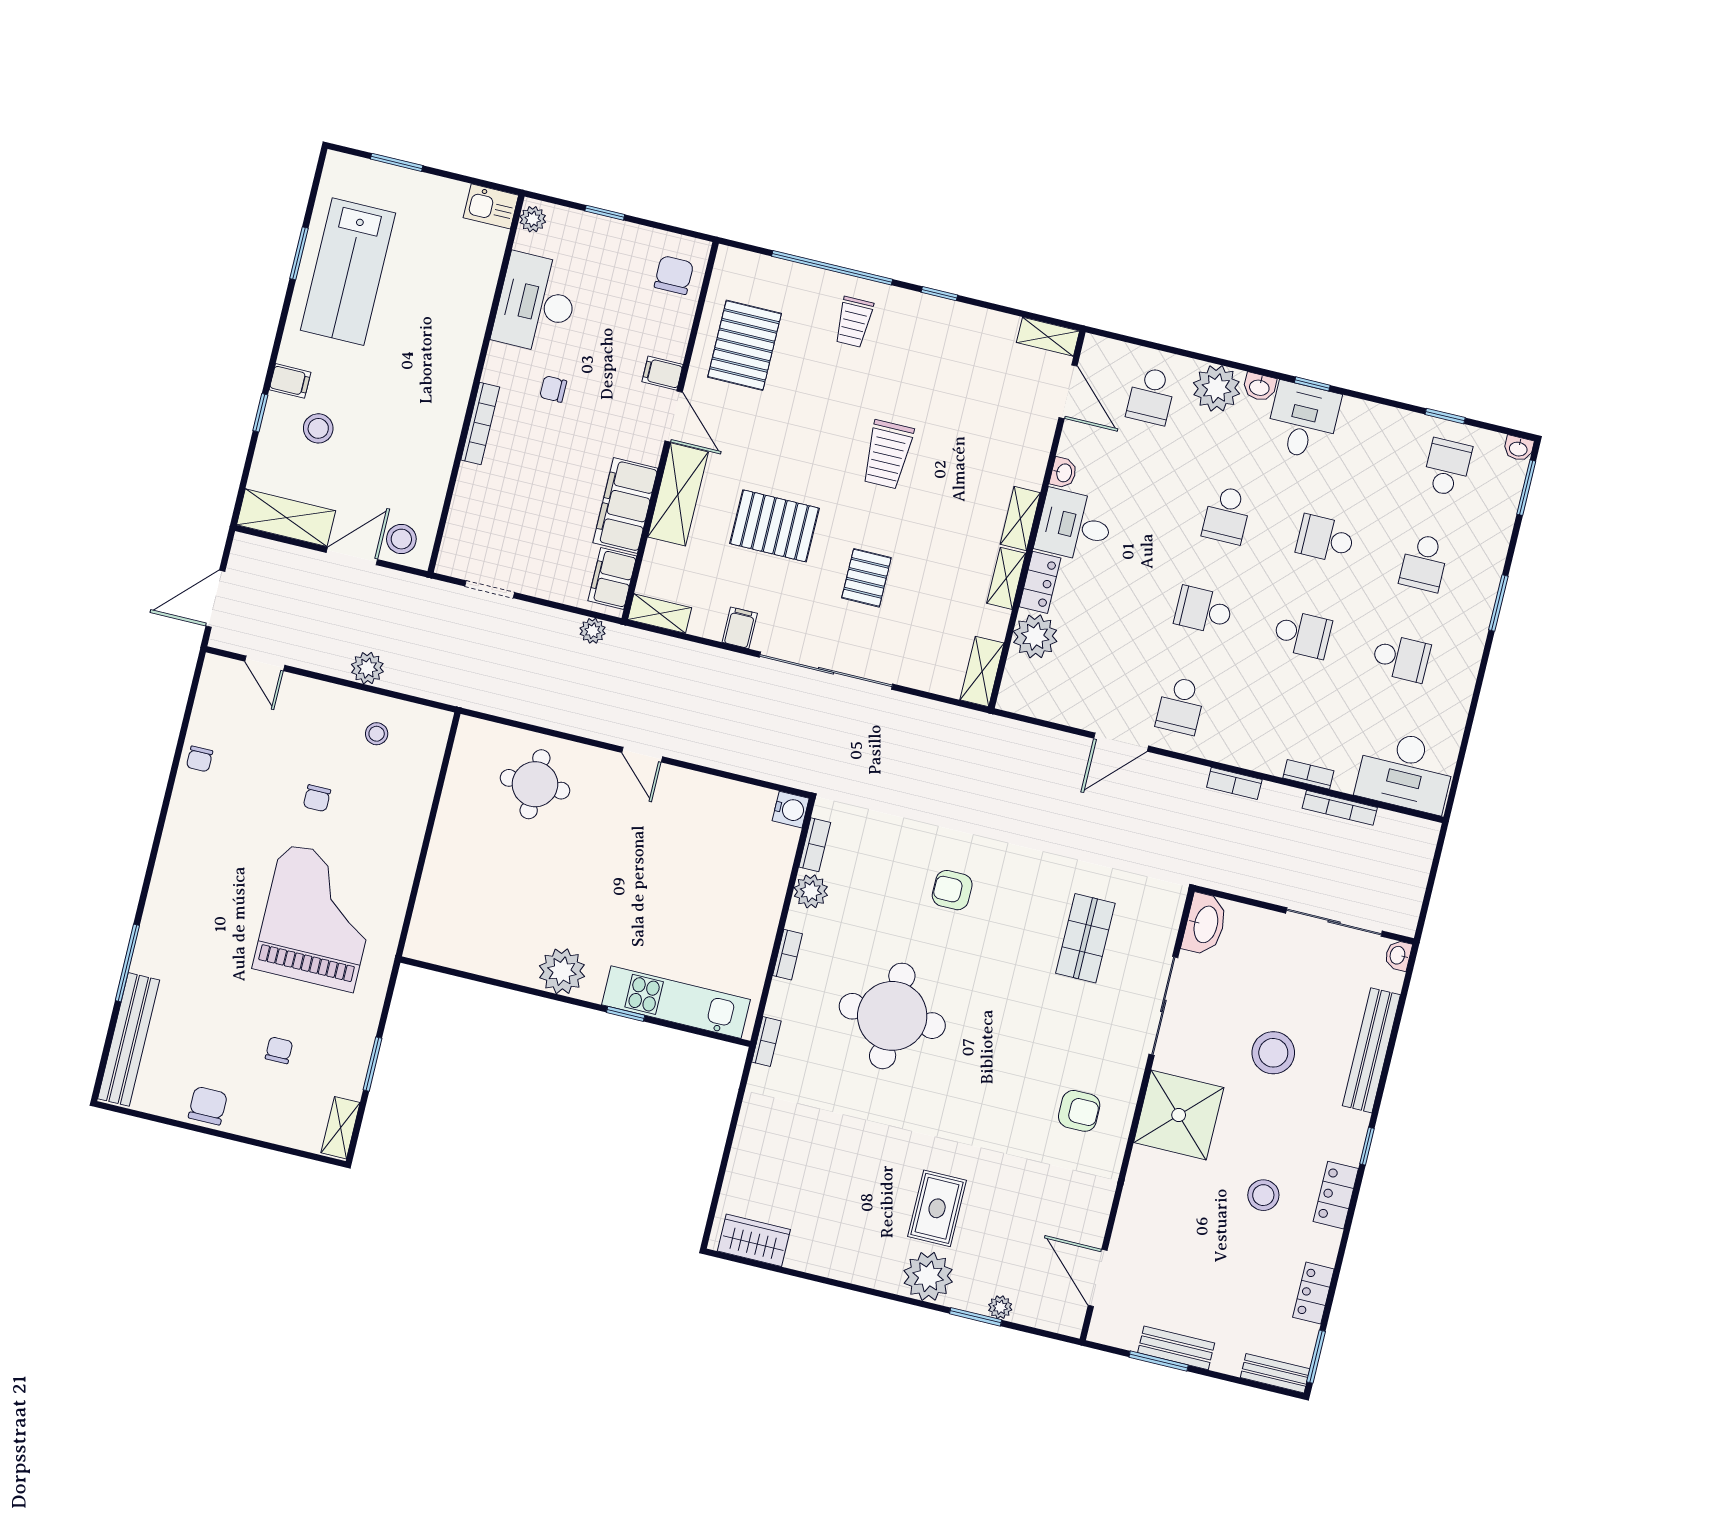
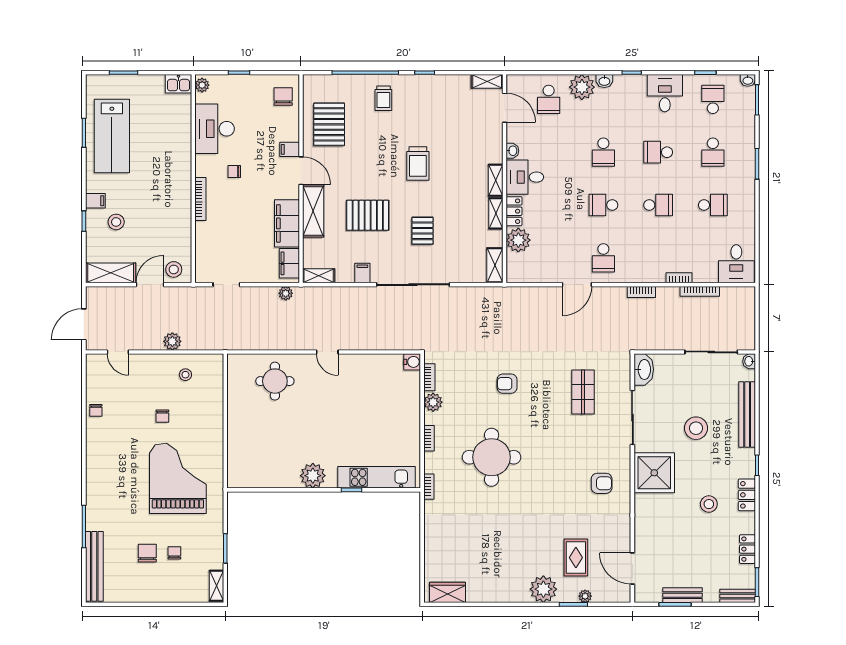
desk: (1303, 421) -> (665, 93), moved
desk: (1406, 771) -> (736, 264), width x0.73
chair: (208, 1106) -> (147, 553), moved
rug: (937, 1208) -> (576, 558), moved

